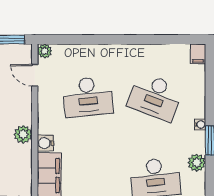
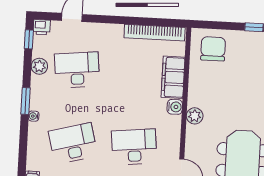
desk: (155, 97) -> (73, 143), turned -36
plant: (197, 163) -> (39, 66), moved

